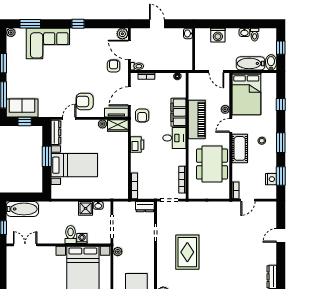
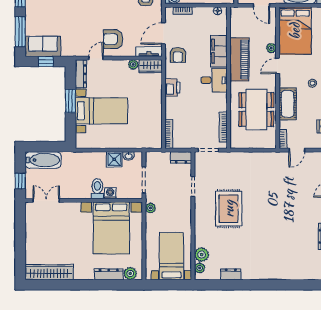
cot: (240, 148) -> (288, 104), moved

